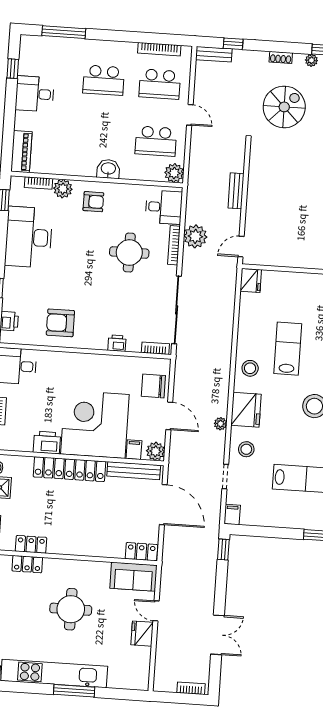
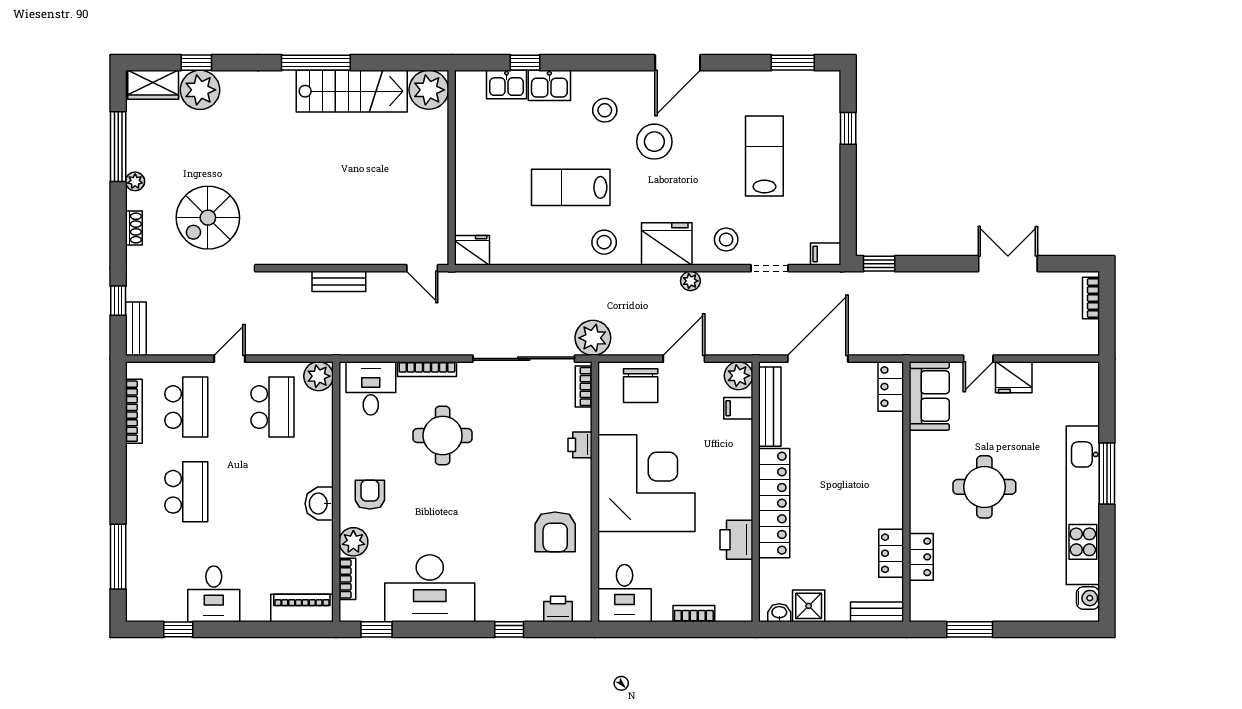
spiral stairs: (284, 107) -> (208, 218), turned -90
washbasin: (108, 169) -> (319, 504), moved
plant: (195, 236) -> (593, 338), moved
corner desk: (95, 424) -> (646, 483), moved, turned 180

